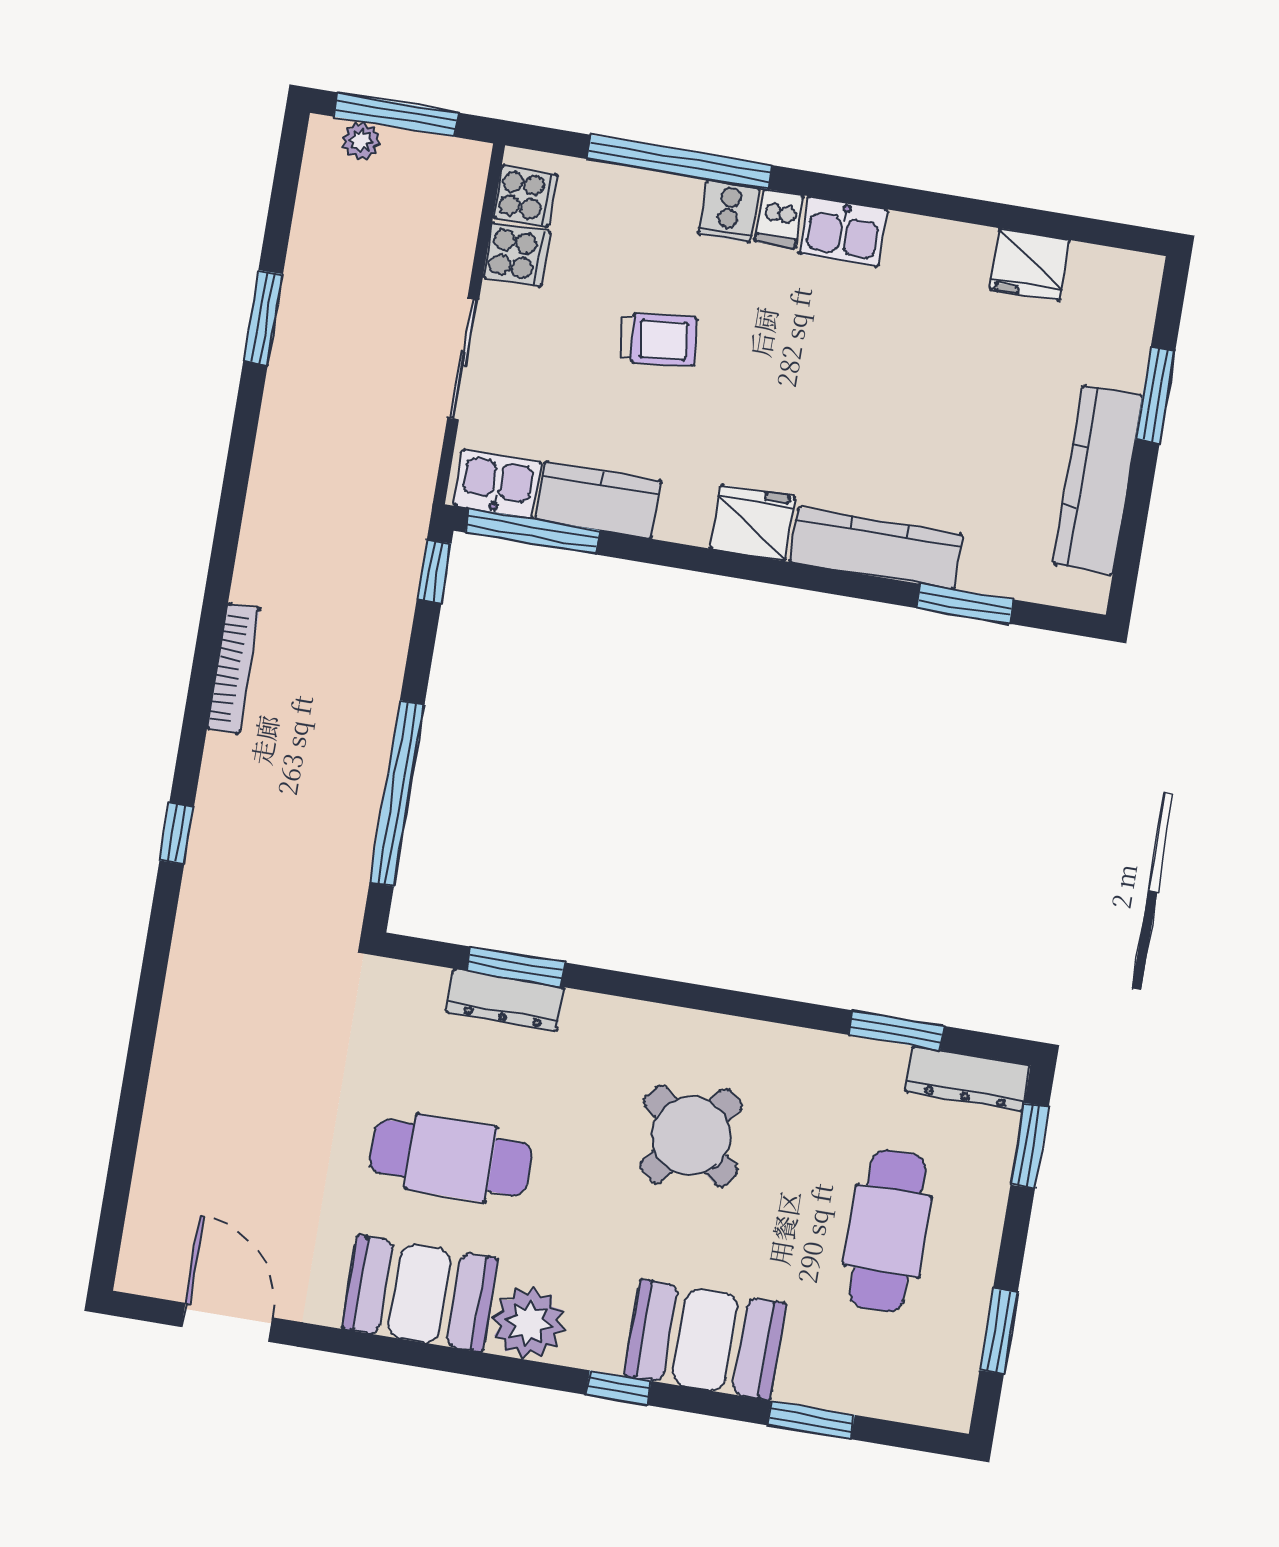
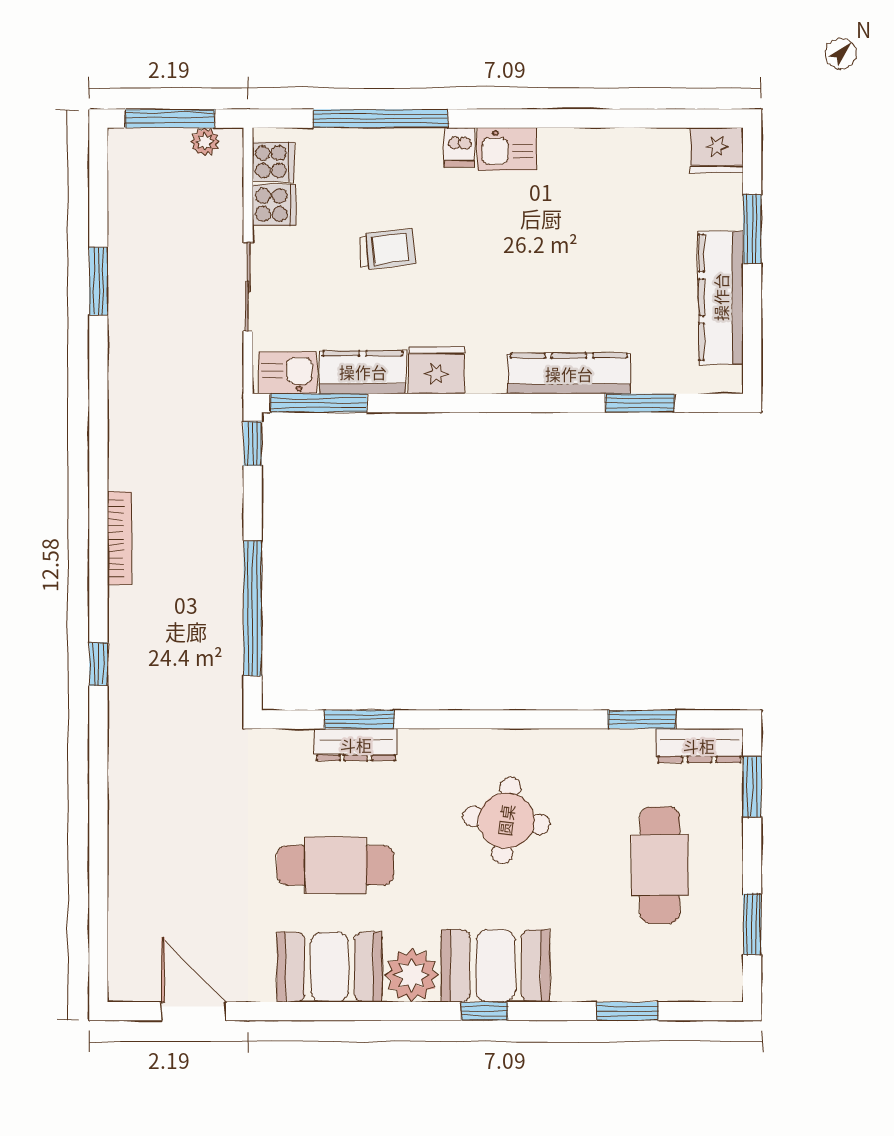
plant: (361, 141) -> (205, 142), moved
cooker: (729, 211) -> (422, 148), removed
fridge: (1030, 265) -> (717, 150), moved
fridge: (753, 523) -> (436, 370), moved
round table: (691, 1136) -> (506, 820), turned -32
booth: (705, 1340) -> (495, 966), moved

